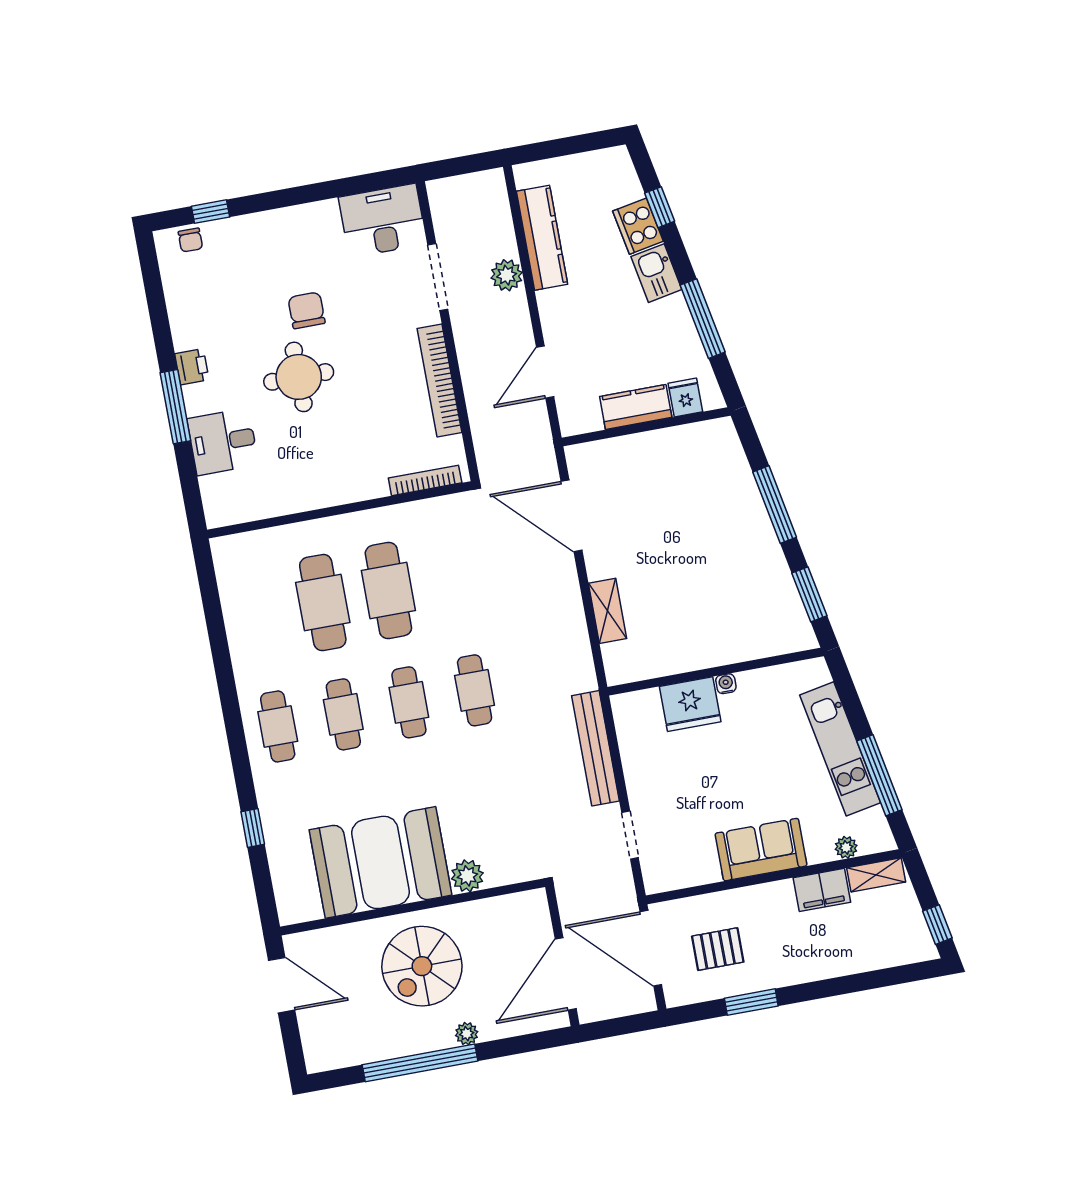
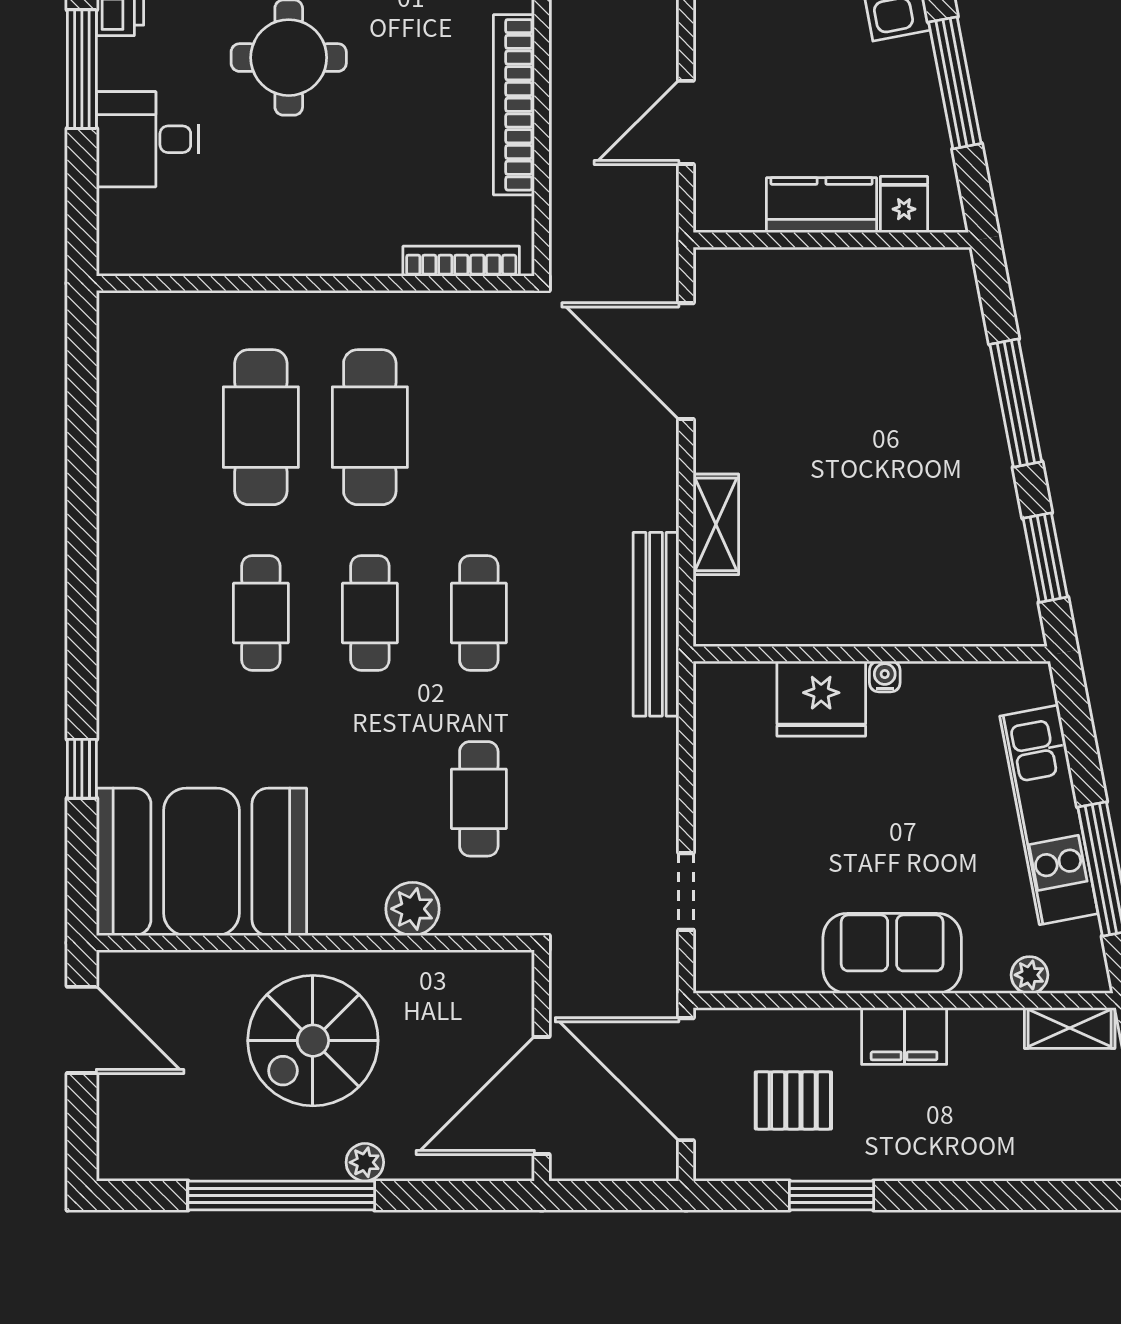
cafe table: (278, 726) -> (479, 799), moved
bench: (595, 748) -> (656, 624), moved
booth: (380, 862) -> (201, 862), moved
filing cabinet: (822, 890) -> (904, 1036), moved

